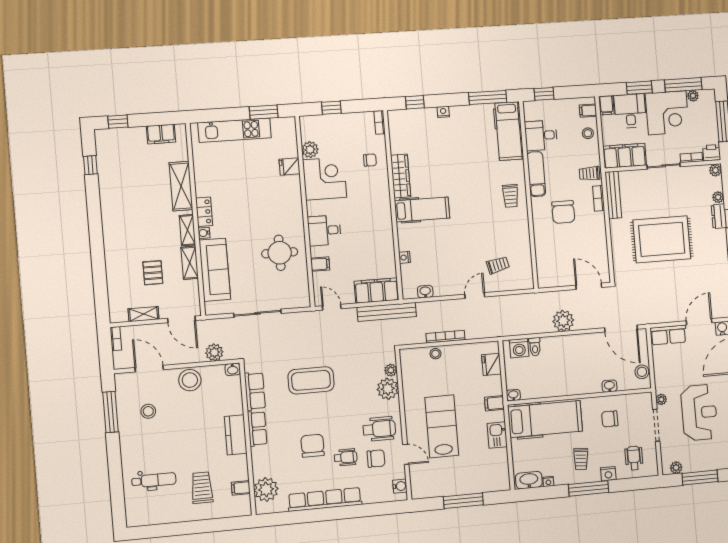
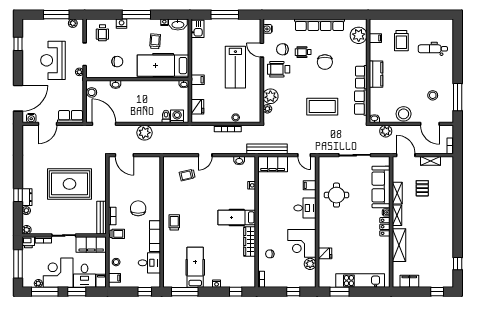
hospital bed: (508, 131) -> (195, 267), moved
kitchen sink: (497, 435) -> (197, 29), moved
trolley: (581, 459) -> (155, 41), moved

